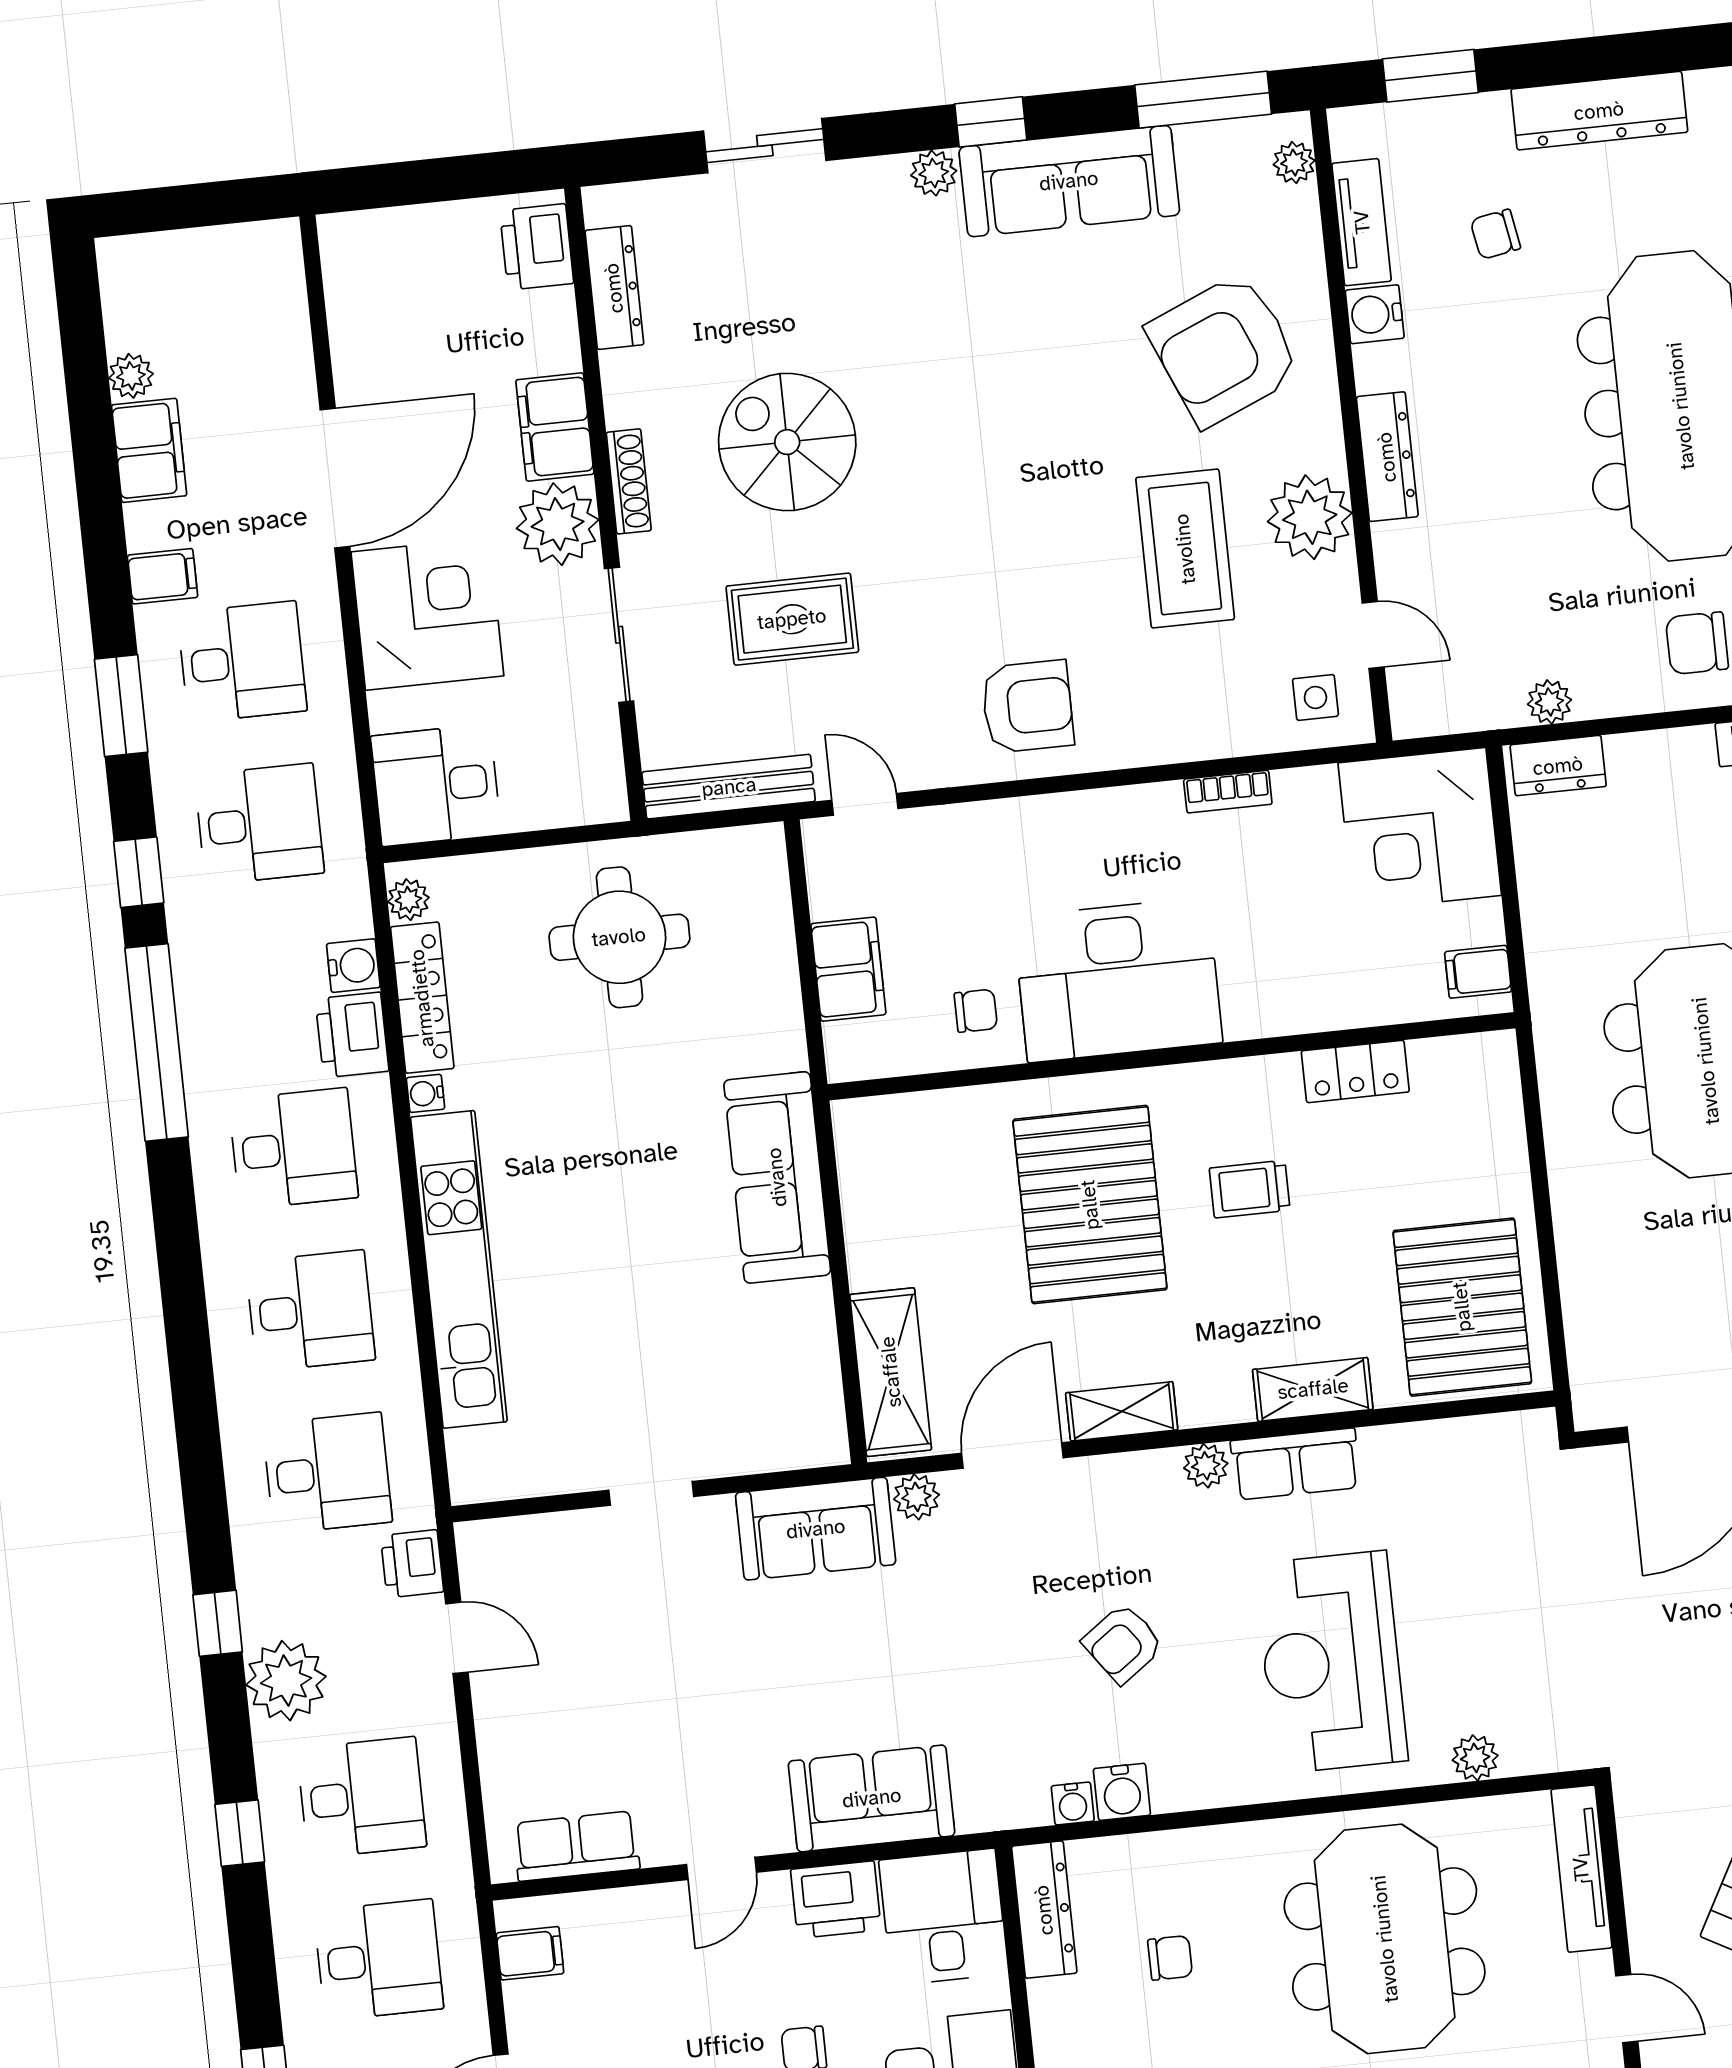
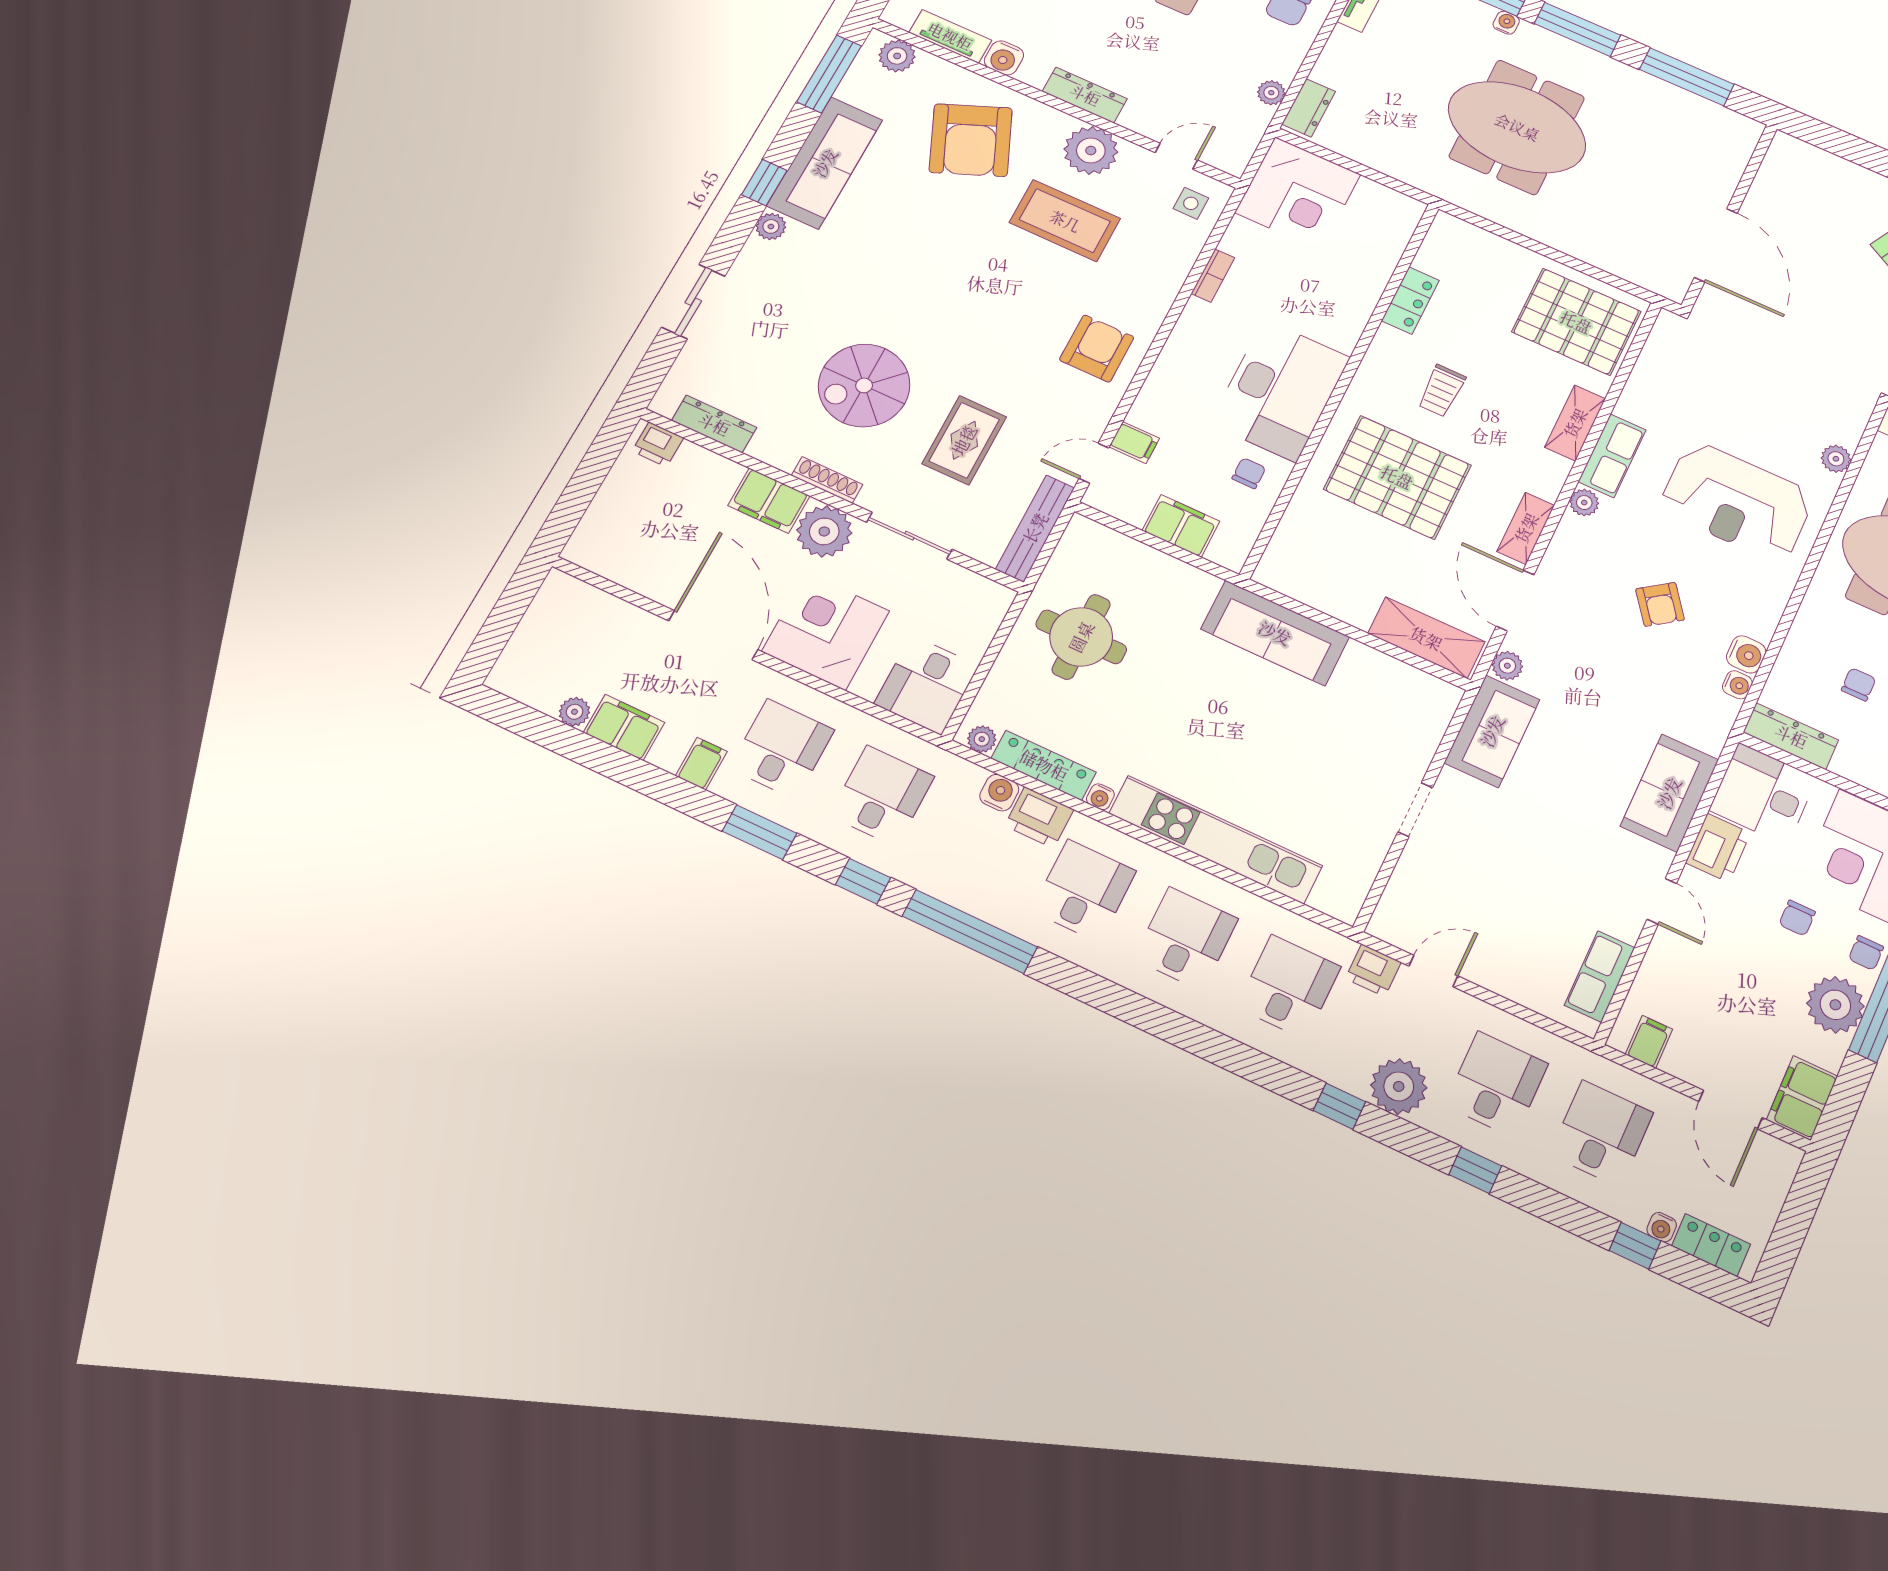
plant: (1294, 163) -> (897, 56), width x1.38, depth x1.38
printer: (537, 247) -> (658, 444), width x0.73, depth x0.81
filing cabinet: (1478, 972) -> (1134, 442), moved, turned -90

